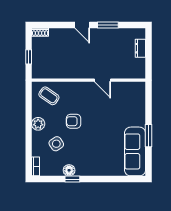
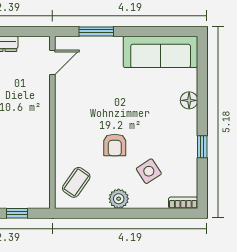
door: (103, 80) -> (52, 63), moved
window: (149, 136) -> (96, 31), moved
floor lamp: (69, 170) -> (189, 100), moved

